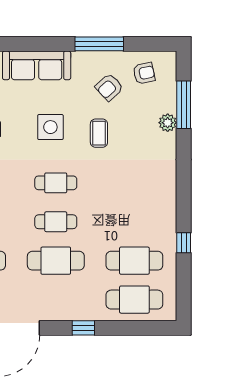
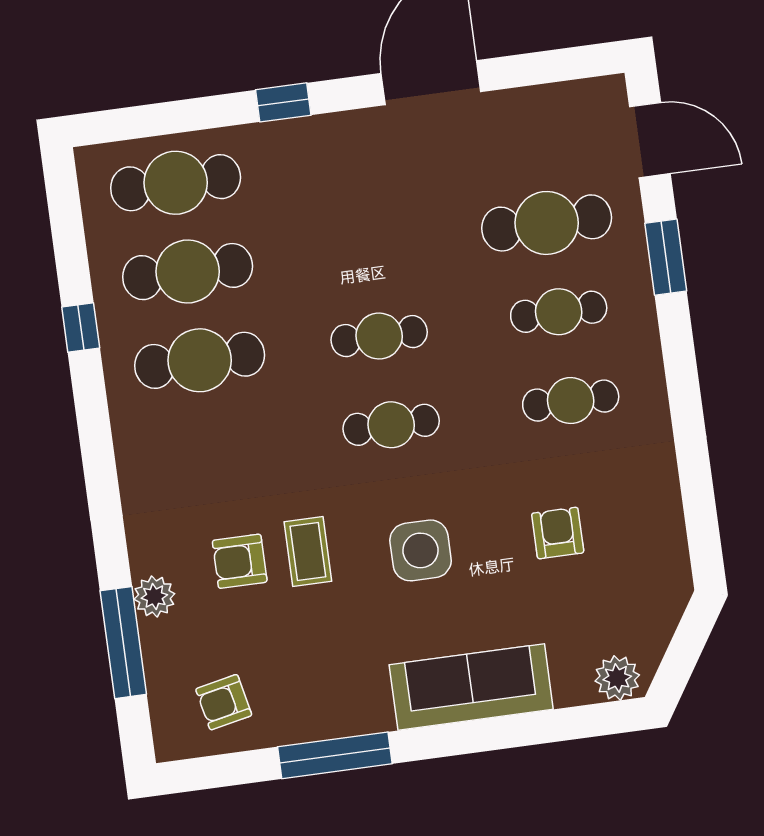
armchair: (109, 87) -> (240, 561), moved, turned -137
cafe table: (56, 261) -> (200, 360), moved

